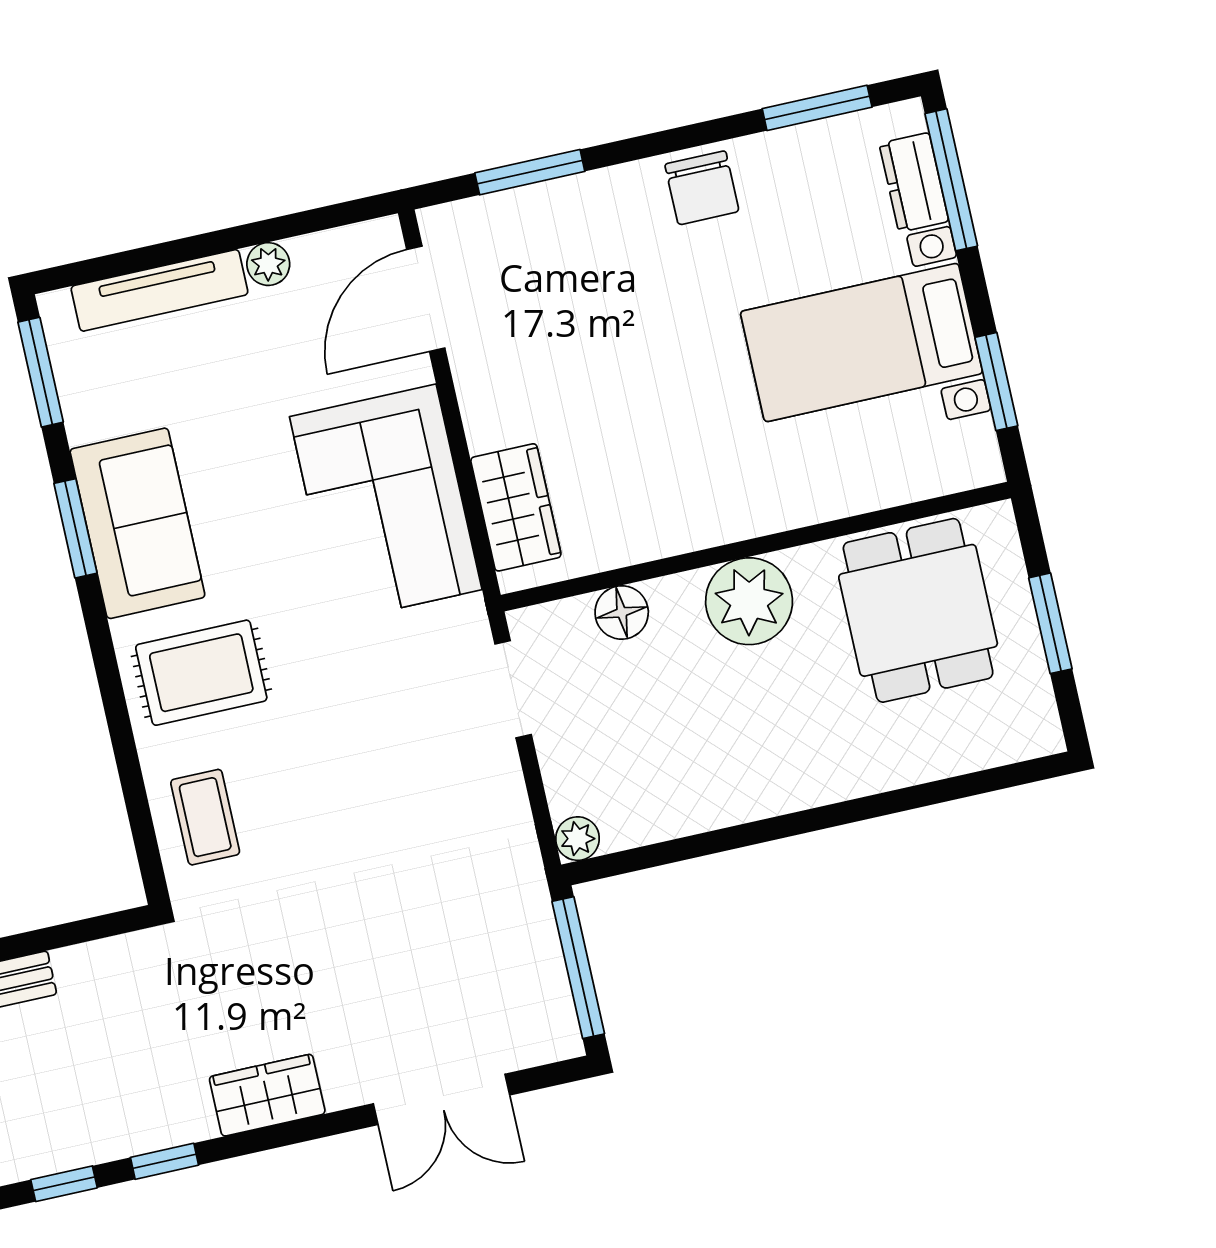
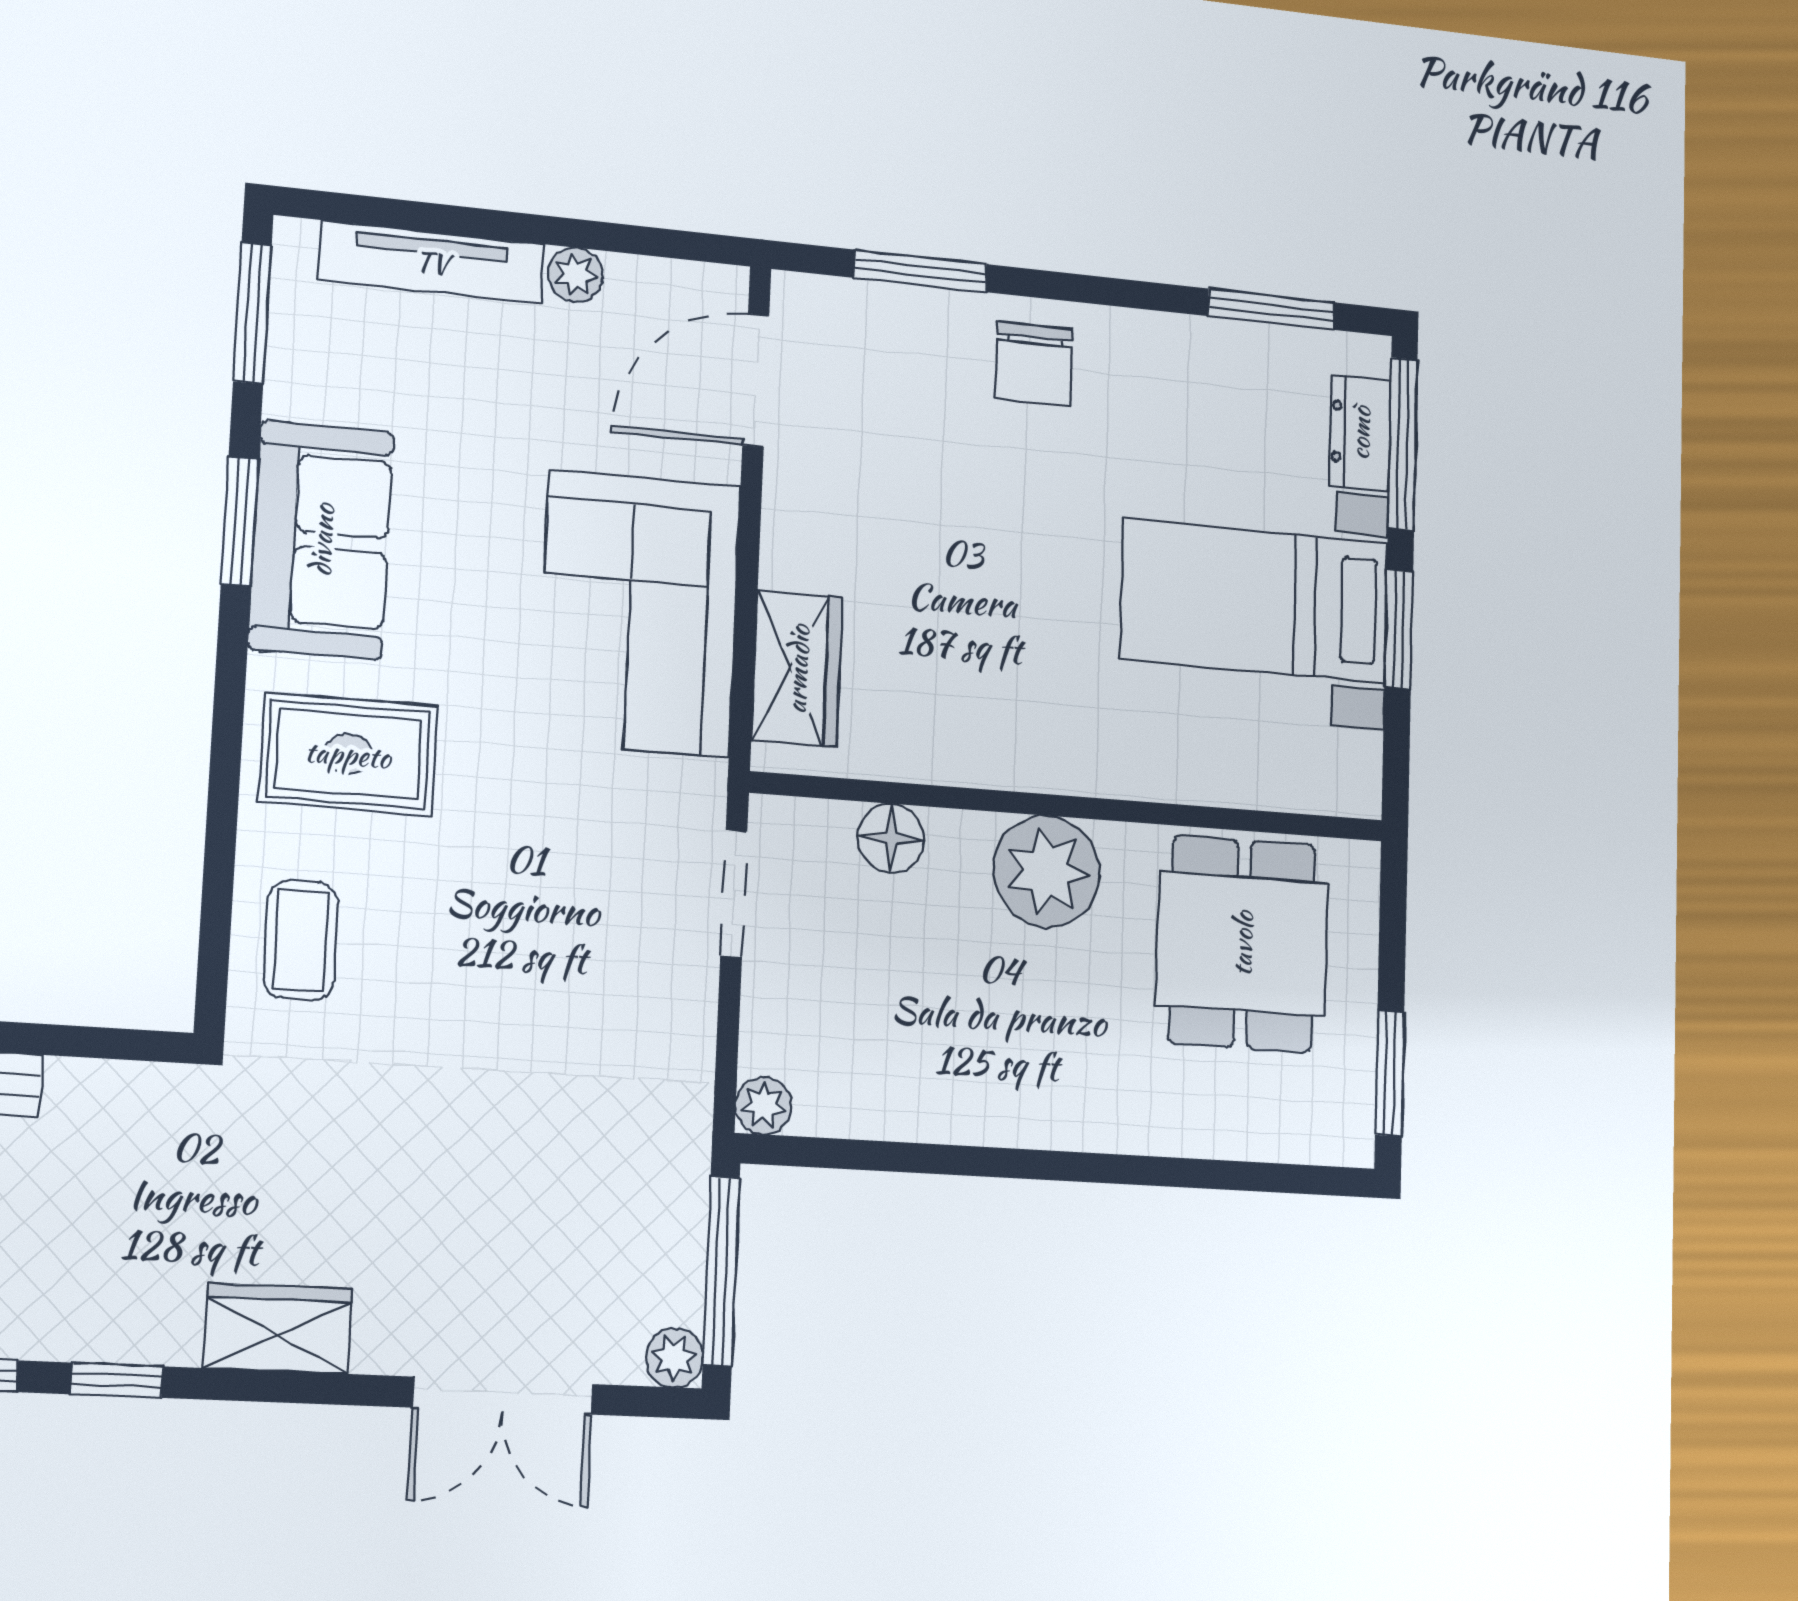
chair: (702, 188) -> (1034, 364), moved
window: (996, 382) -> (1399, 629), moved
window: (1050, 623) -> (1390, 1073), moved
plant: (560, 1039) -> (674, 1358), added

